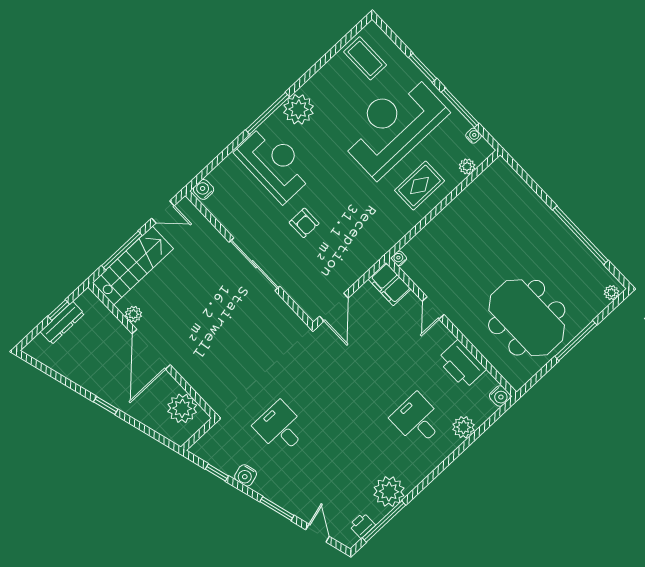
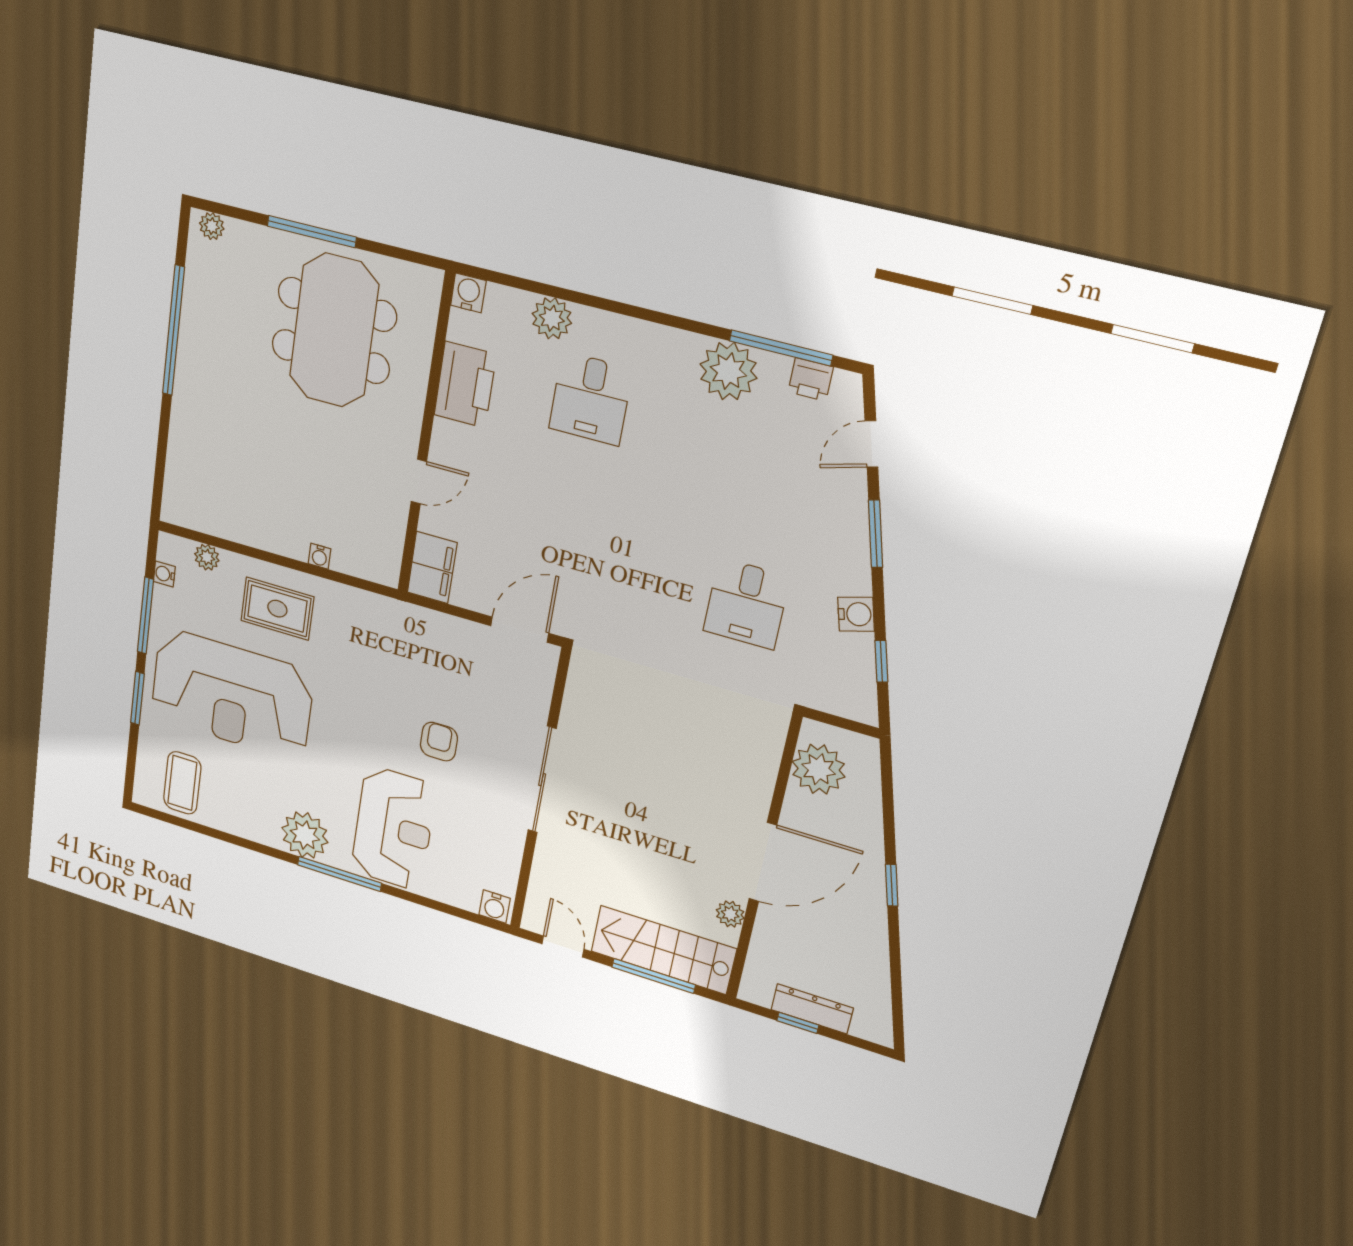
reception desk: (274, 163) -> (393, 828), turned 180
water cooler: (399, 258) -> (320, 556), moved

